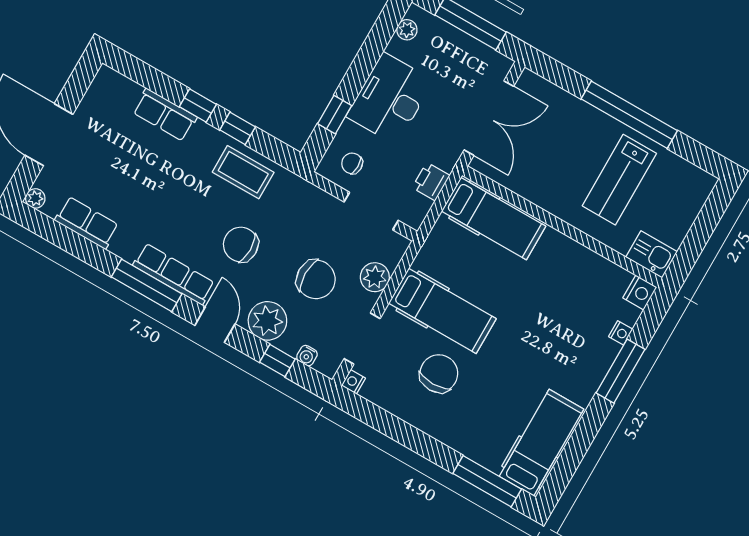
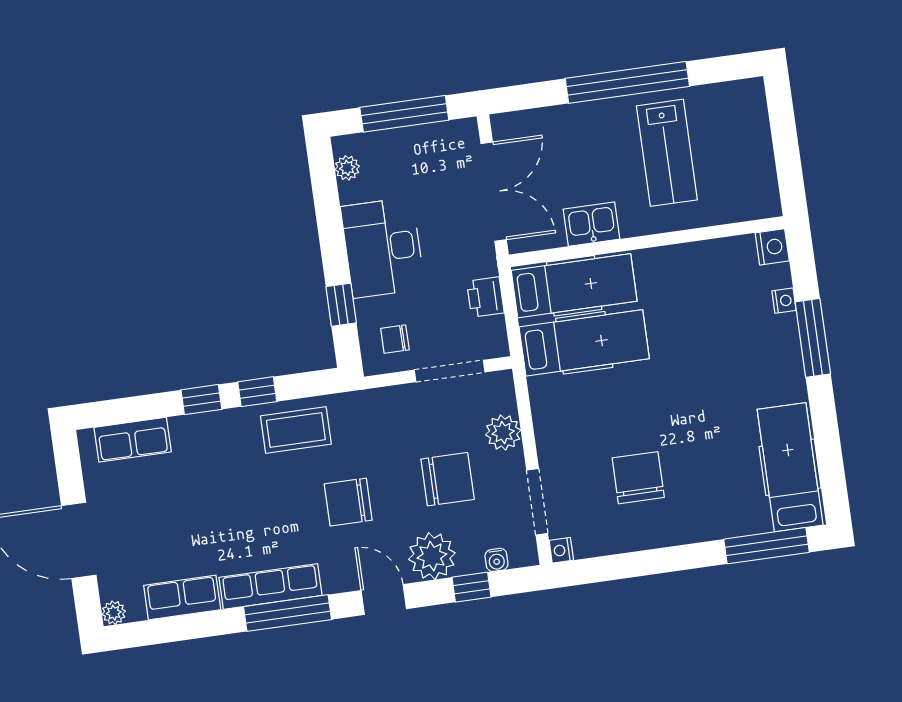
row of seats: (165, 115) -> (133, 440), moved
kitchen sink: (651, 254) -> (592, 224), moved
row of seats: (174, 274) -> (270, 586), moved
hospital bed: (442, 311) -> (584, 343), moved

